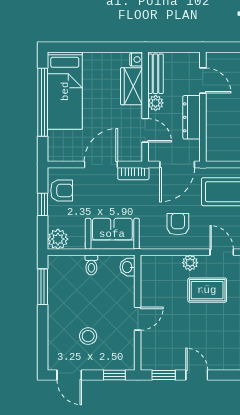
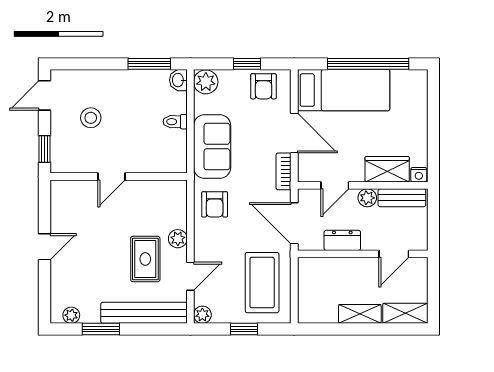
bed: (65, 91) -> (344, 90), moved, turned 180
dresser: (191, 117) -> (342, 240), width x0.70
armchair: (178, 224) -> (215, 204), moved, turned 90
washbasin: (128, 267) -> (178, 80), moved, turned -90
door: (138, 319) -> (112, 177), hinge flipped
window: (164, 375) -> (45, 207), removed

